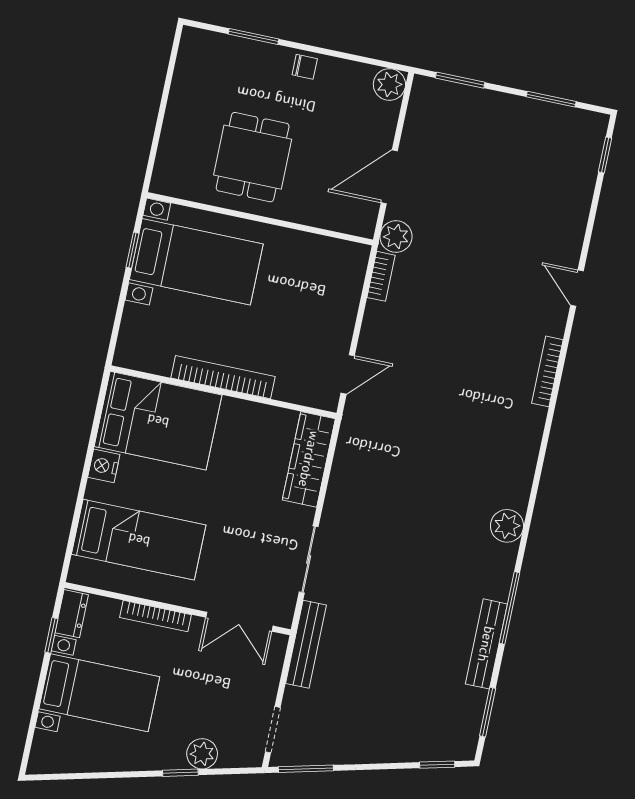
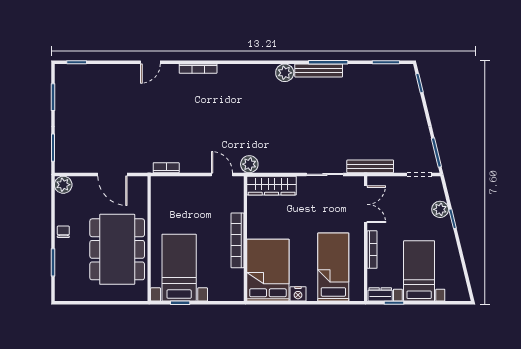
dining table: (253, 157) -> (117, 249), width x1.88, depth x1.24
plant: (396, 237) -> (249, 164), moved
bench: (486, 644) -> (319, 70), moved

